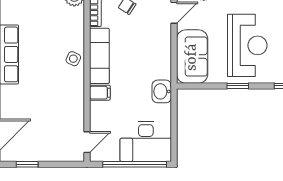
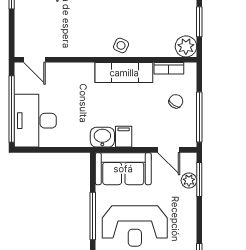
window: (238, 86) -> (93, 216), width x2.17
washbasin: (162, 91) -> (102, 137), moved
filing cabinet: (100, 93) -> (124, 137), moved, turned 180

